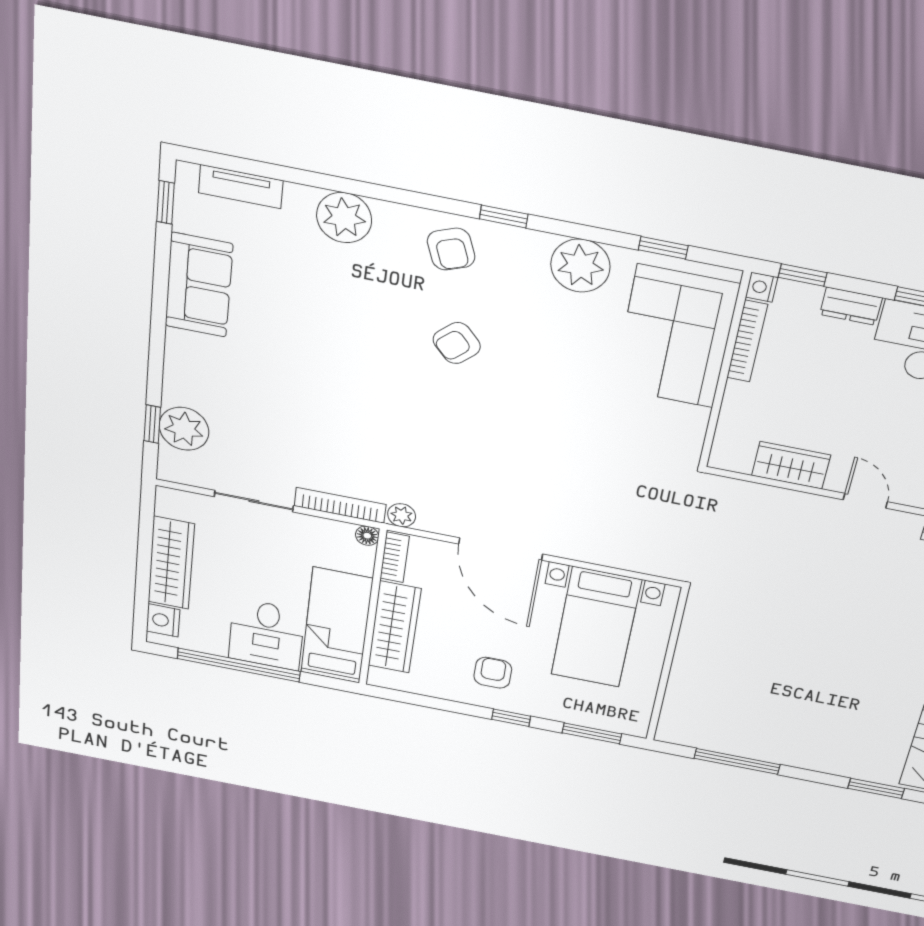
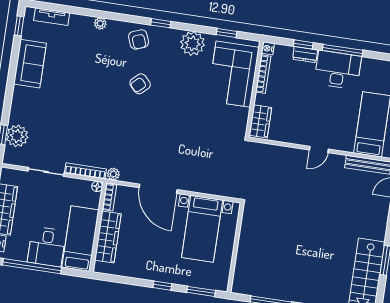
plant: (344, 218) -> (100, 23), width x0.53, depth x0.53
window: (803, 275) -> (303, 44), moved
wardrobe: (791, 465) -> (260, 121), moved, turned 90
door: (865, 501) -> (319, 149), swing flipped
armchair: (493, 673) -> (154, 259), removed

